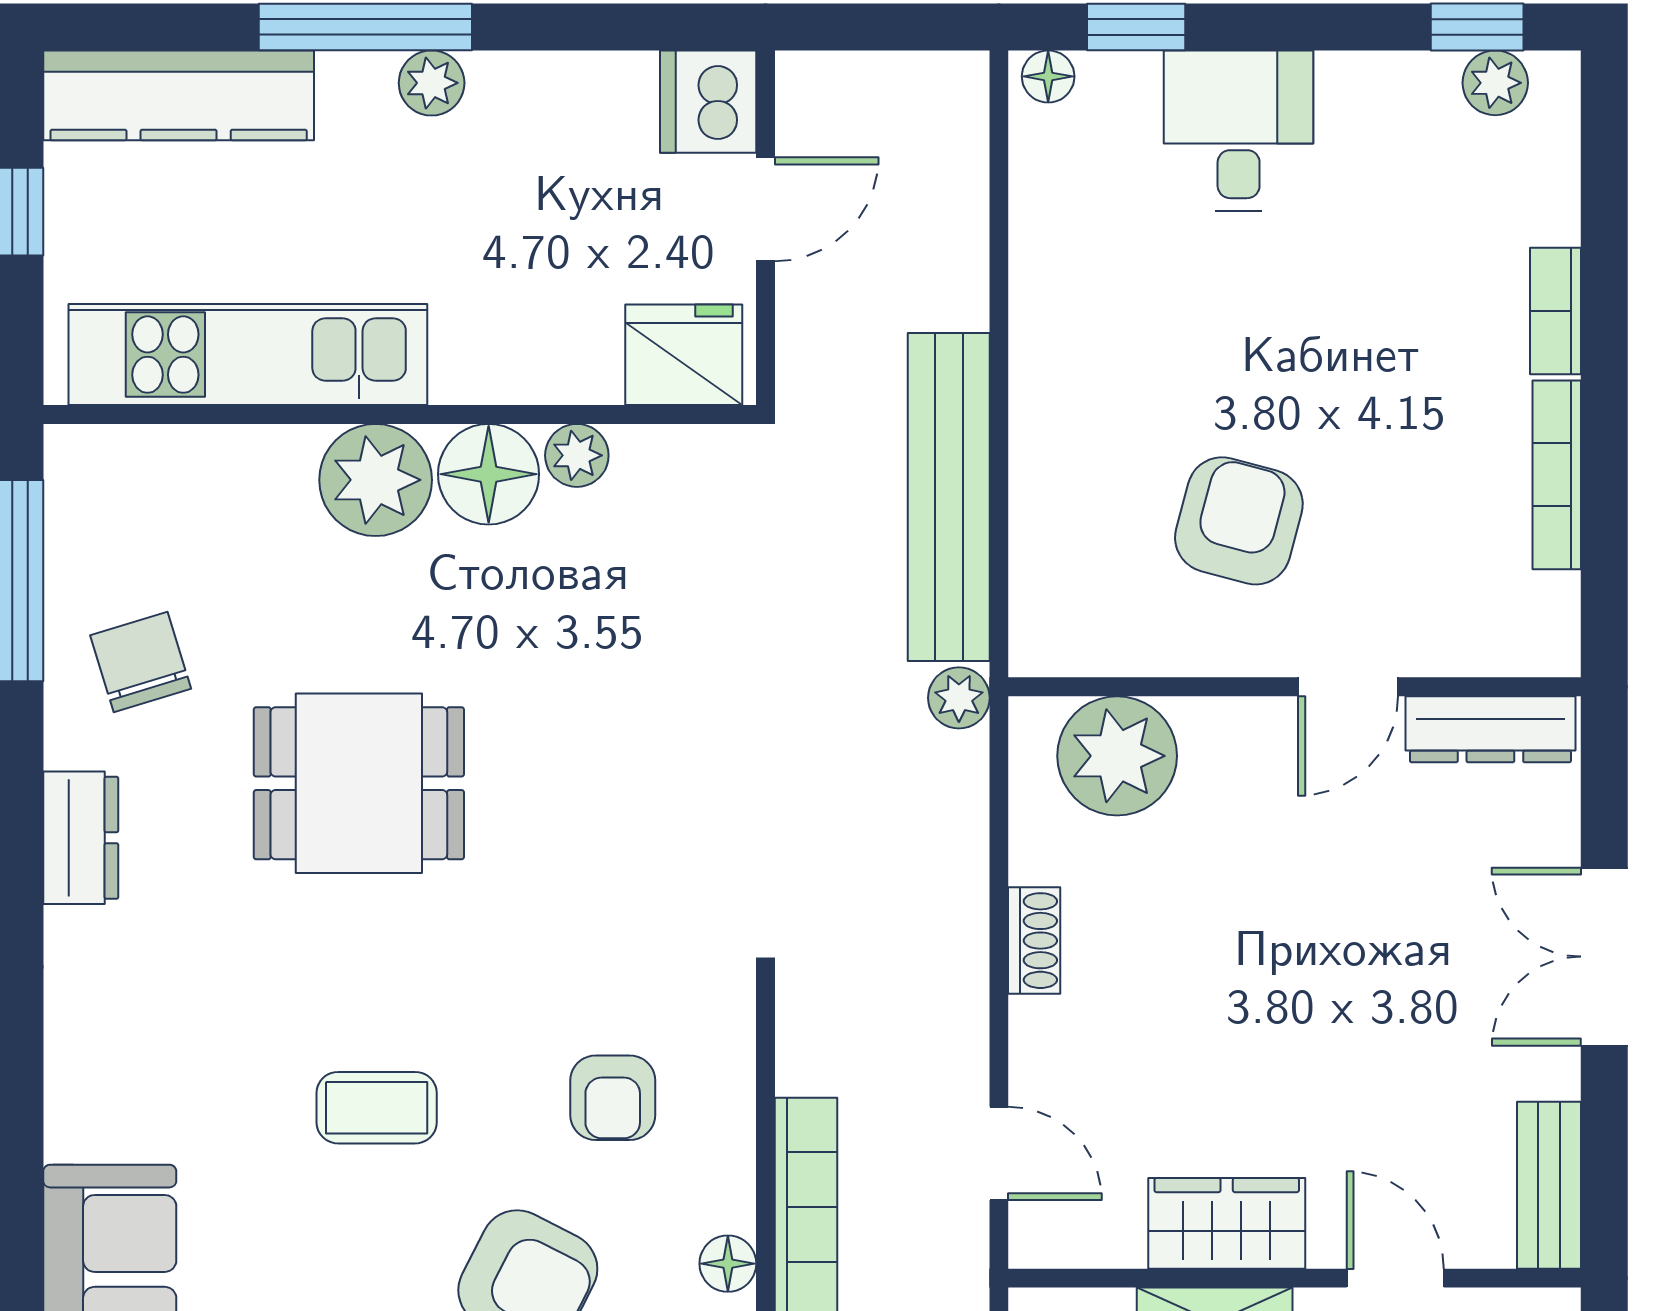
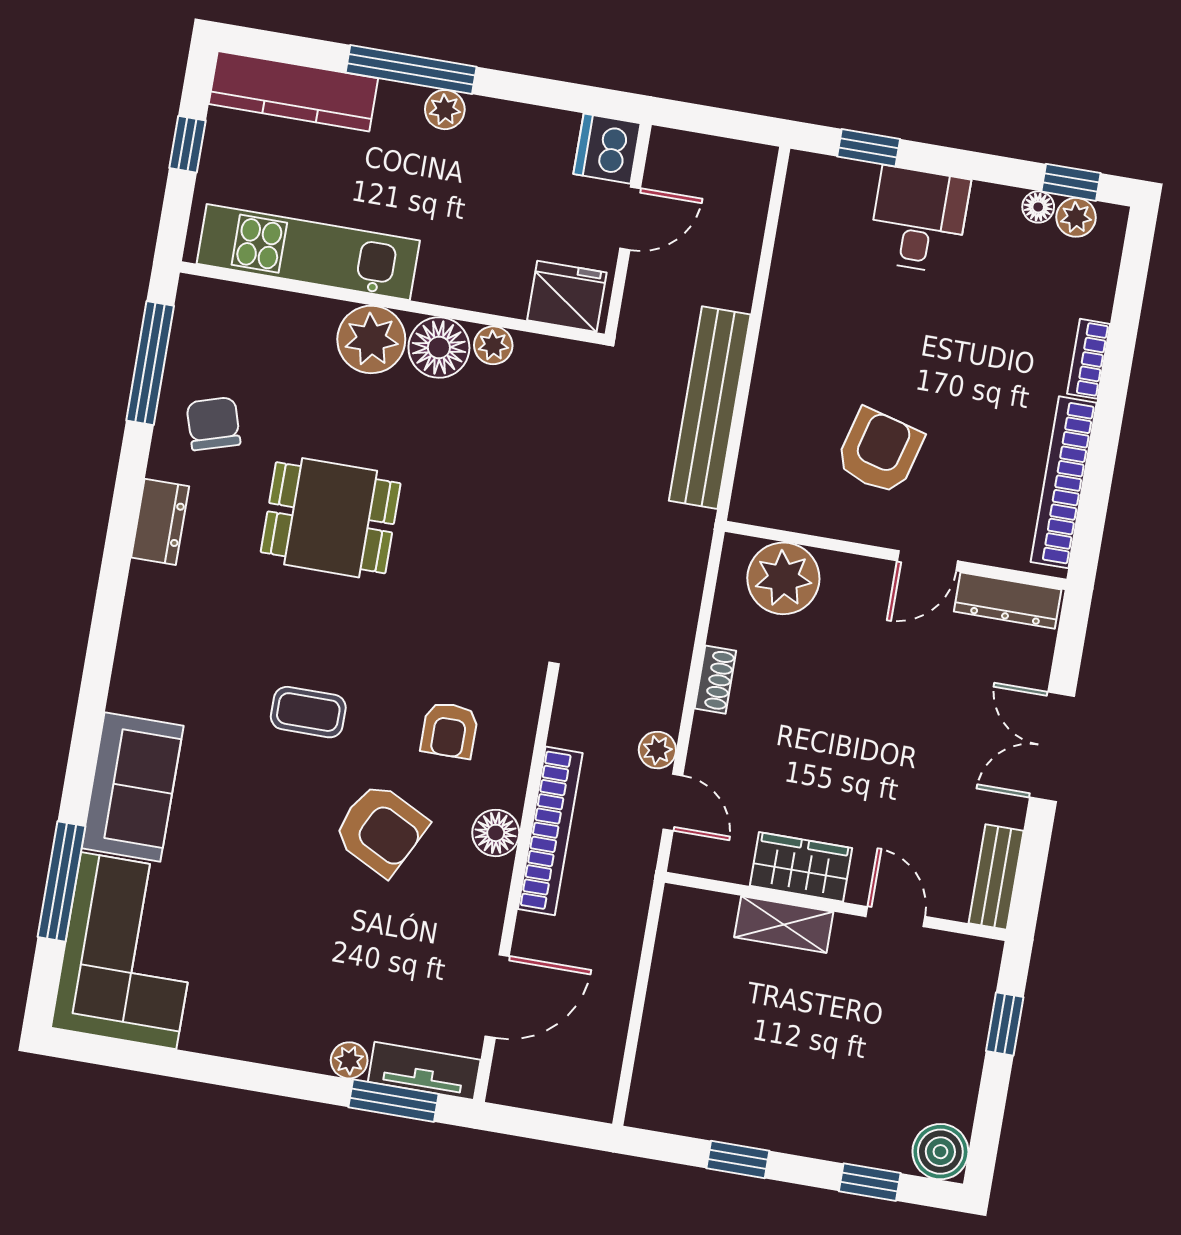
floor lamp: (1048, 76) -> (1038, 207), moved
bookcase: (1557, 475) -> (1064, 482), width x1.48, depth x1.31
plant: (959, 698) -> (657, 750), moved
floor lamp: (728, 1264) -> (496, 833), width x1.37, depth x1.37

